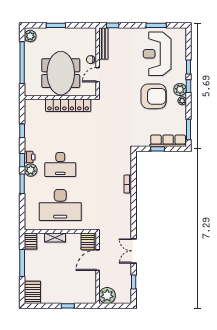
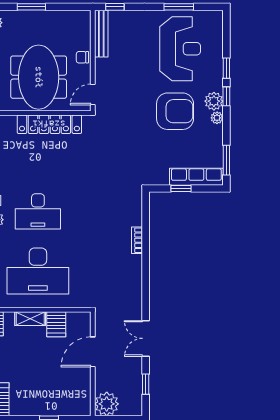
reception desk: (157, 54) -> (180, 49), turned 180
door: (98, 75) -> (93, 94), moved
server rack: (88, 241) -> (56, 324), moved

